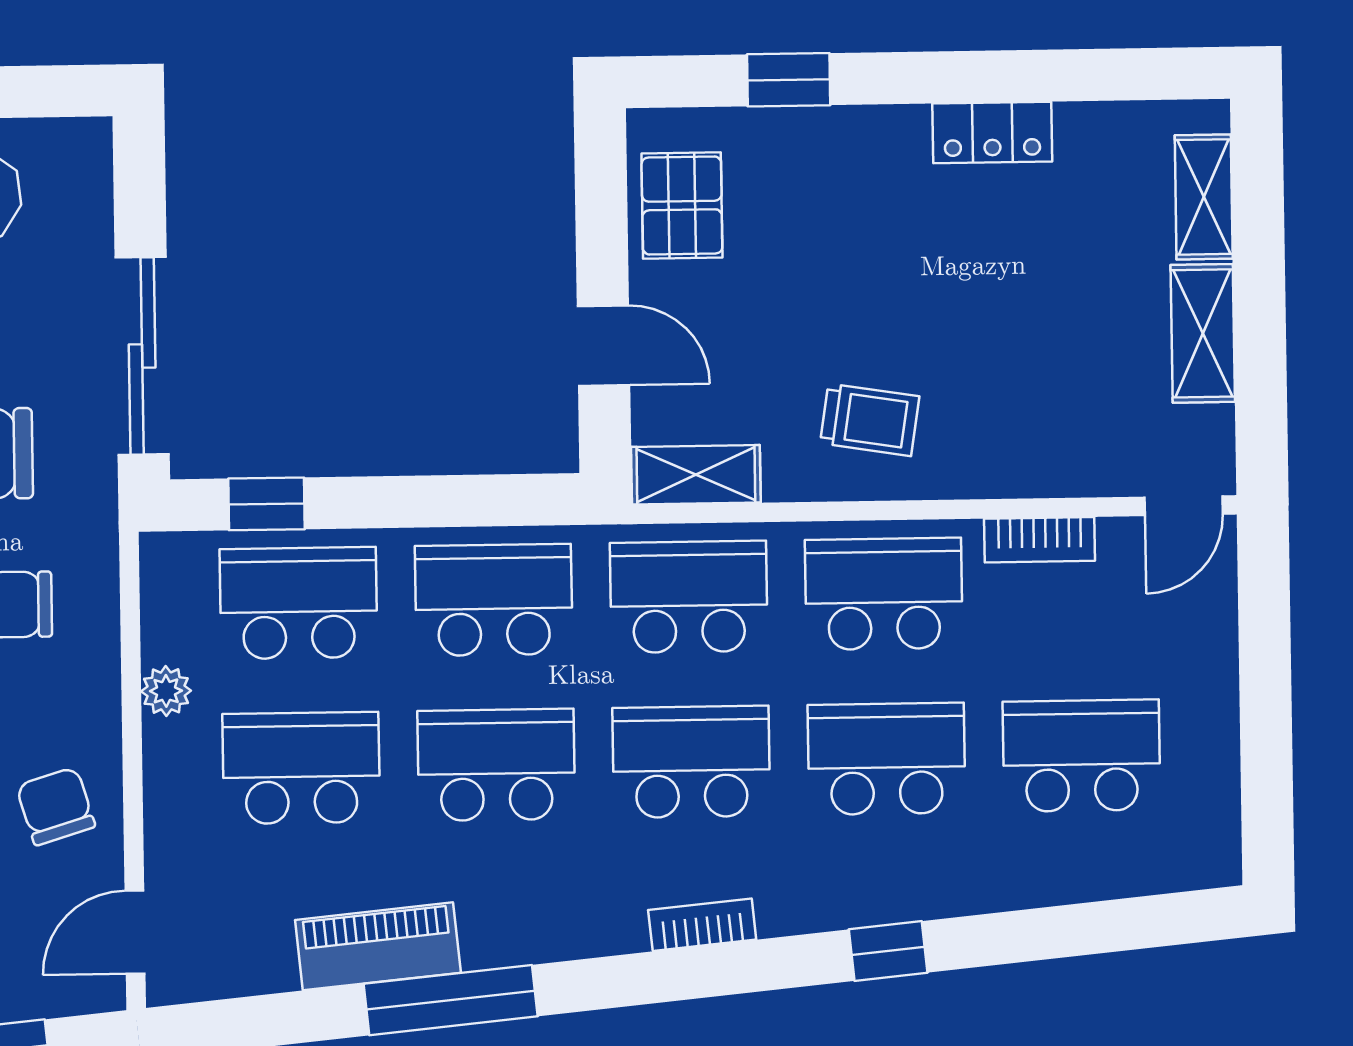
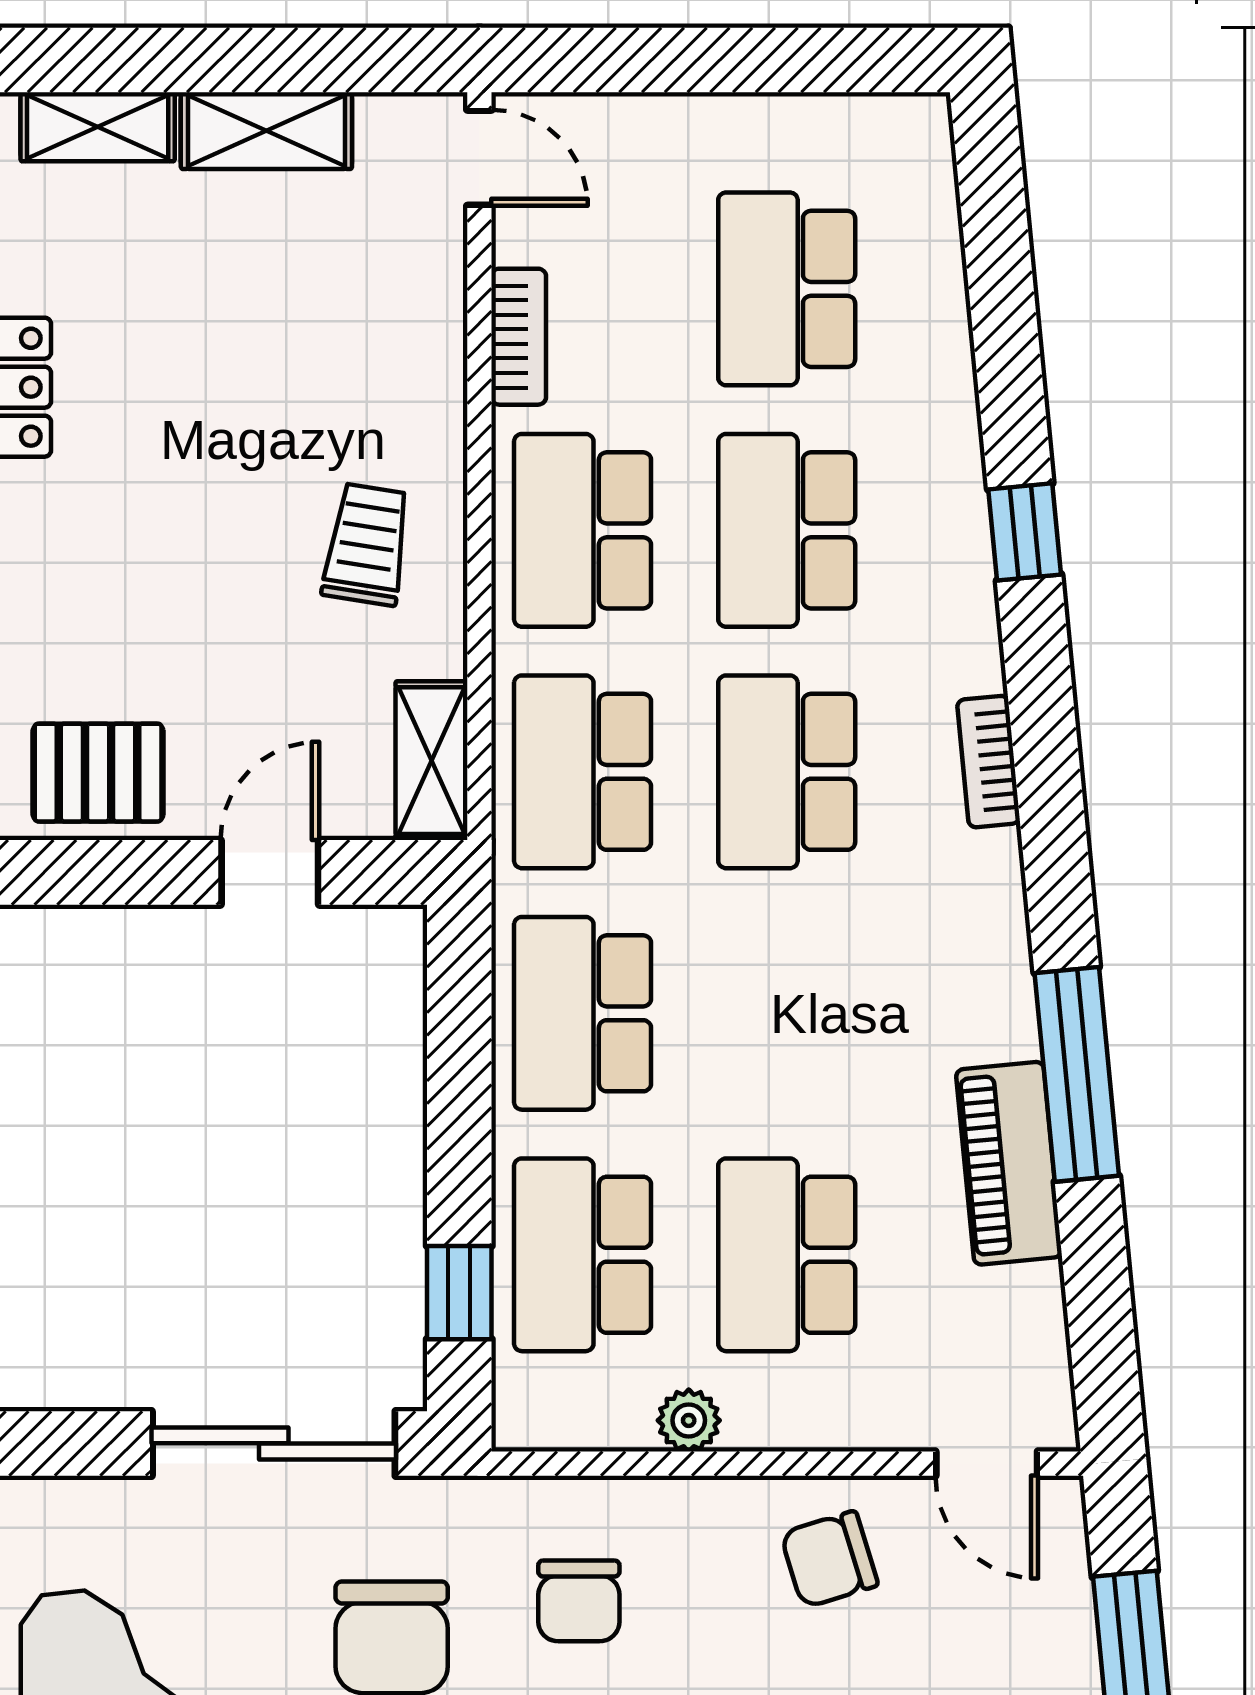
school desk: (496, 765) -> (787, 1013), removed

